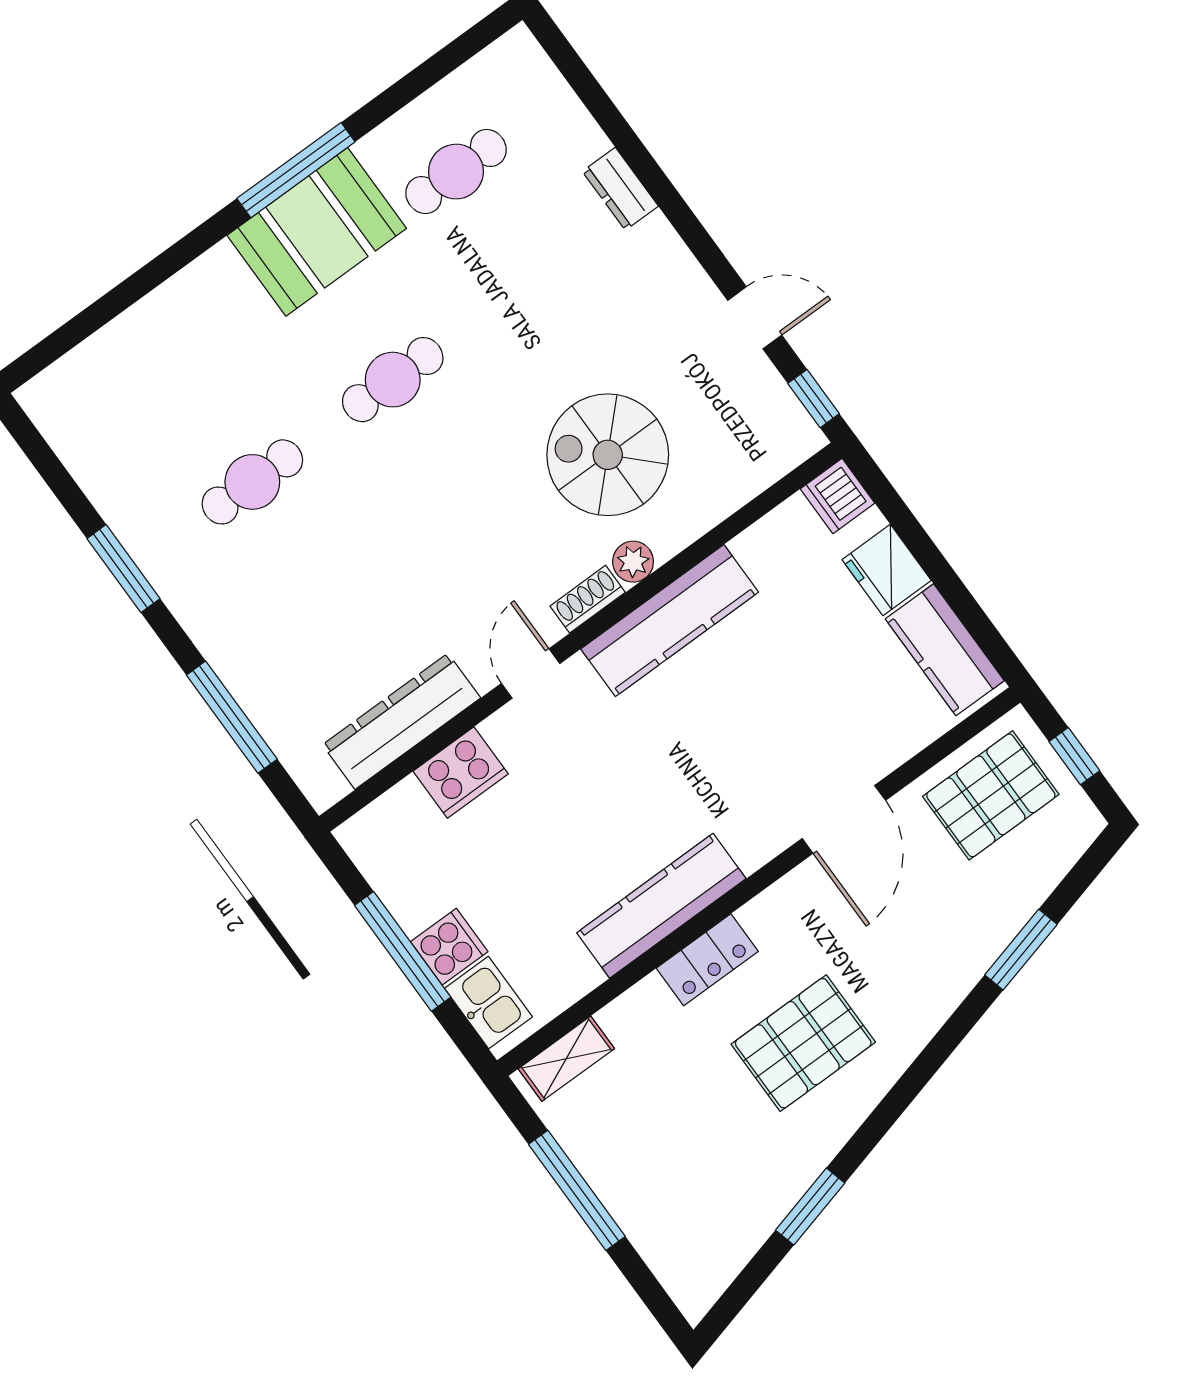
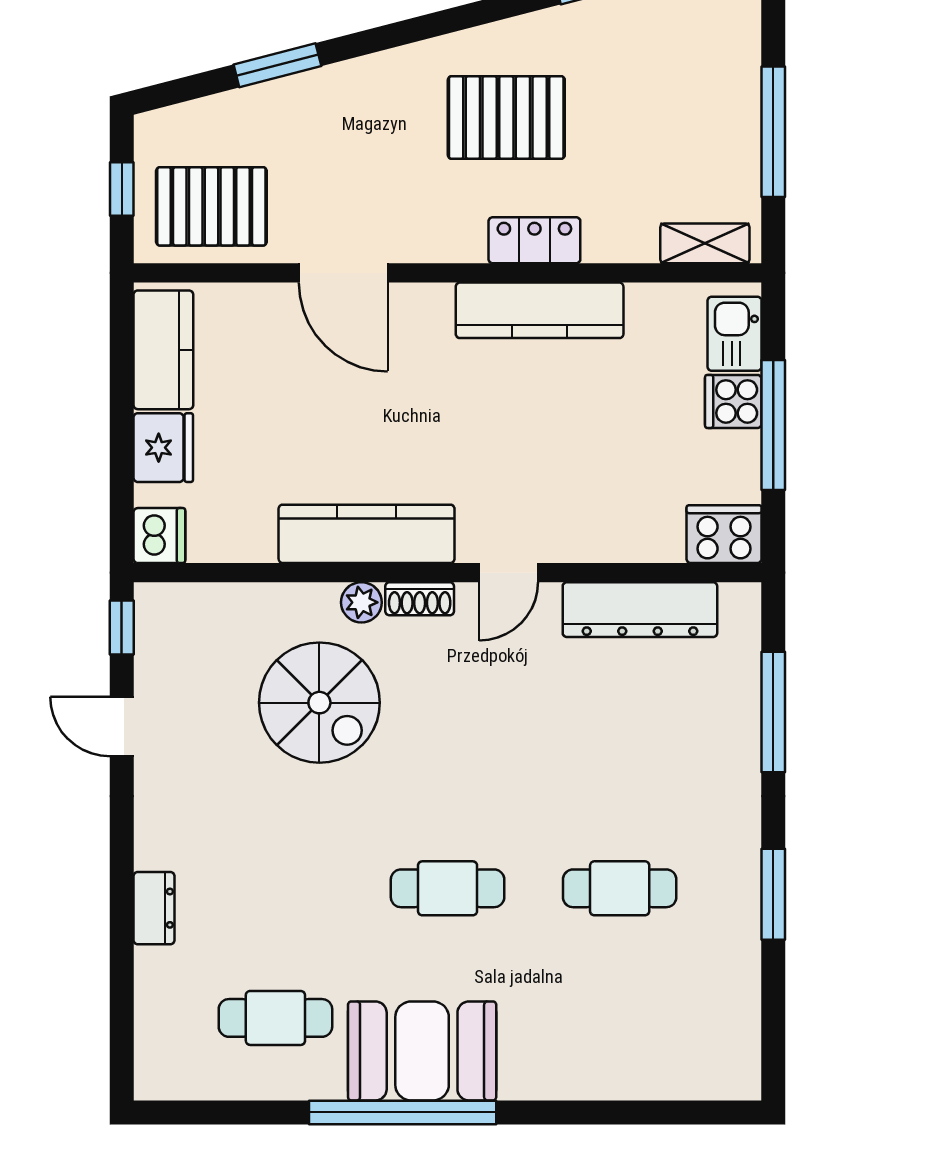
window: (296, 170) -> (403, 1112), width x1.46
cooker: (461, 773) -> (724, 534), moved
door: (844, 819) -> (343, 273), swing flipped

